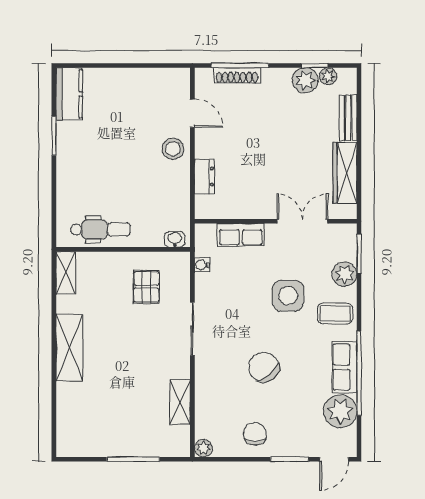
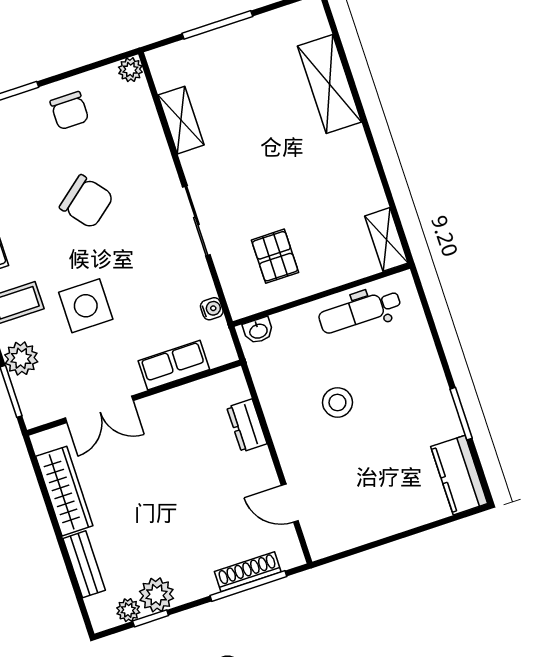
stool: (173, 149) -> (337, 402), moved
shelving: (69, 347) -> (329, 84), moved

